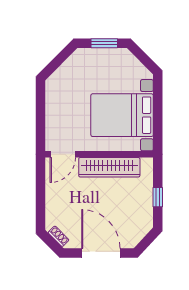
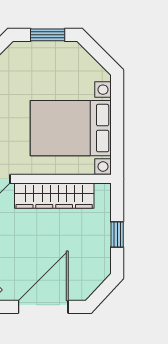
door: (101, 253) -> (43, 307), hinge flipped

